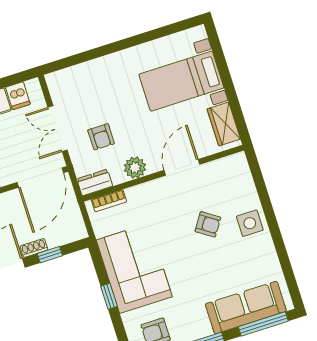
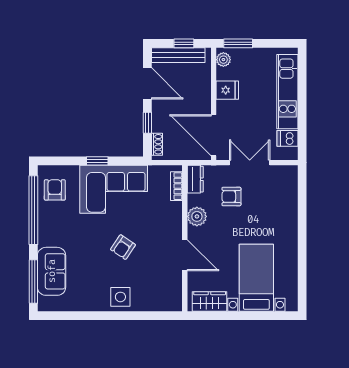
armchair: (208, 224) -> (123, 247), moved
shoe rack: (34, 248) -> (157, 144), moved
sofa: (246, 308) -> (52, 271), width x0.73

